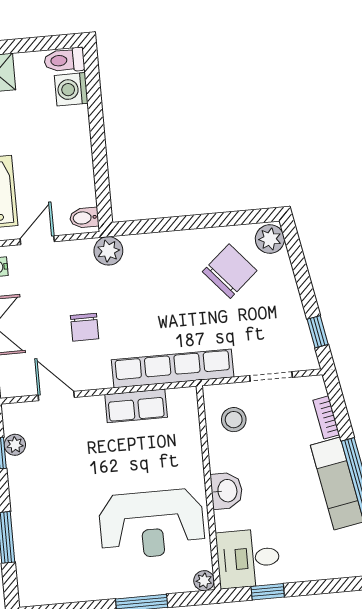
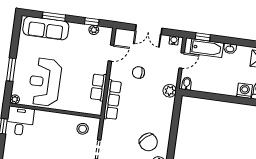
door: (37, 240) -> (182, 60), hinge flipped
row of seats: (173, 368) -> (112, 100), width x0.73
washbasin: (227, 491) -> (52, 118), removed
sofa: (35, 549) -> (46, 28), added

